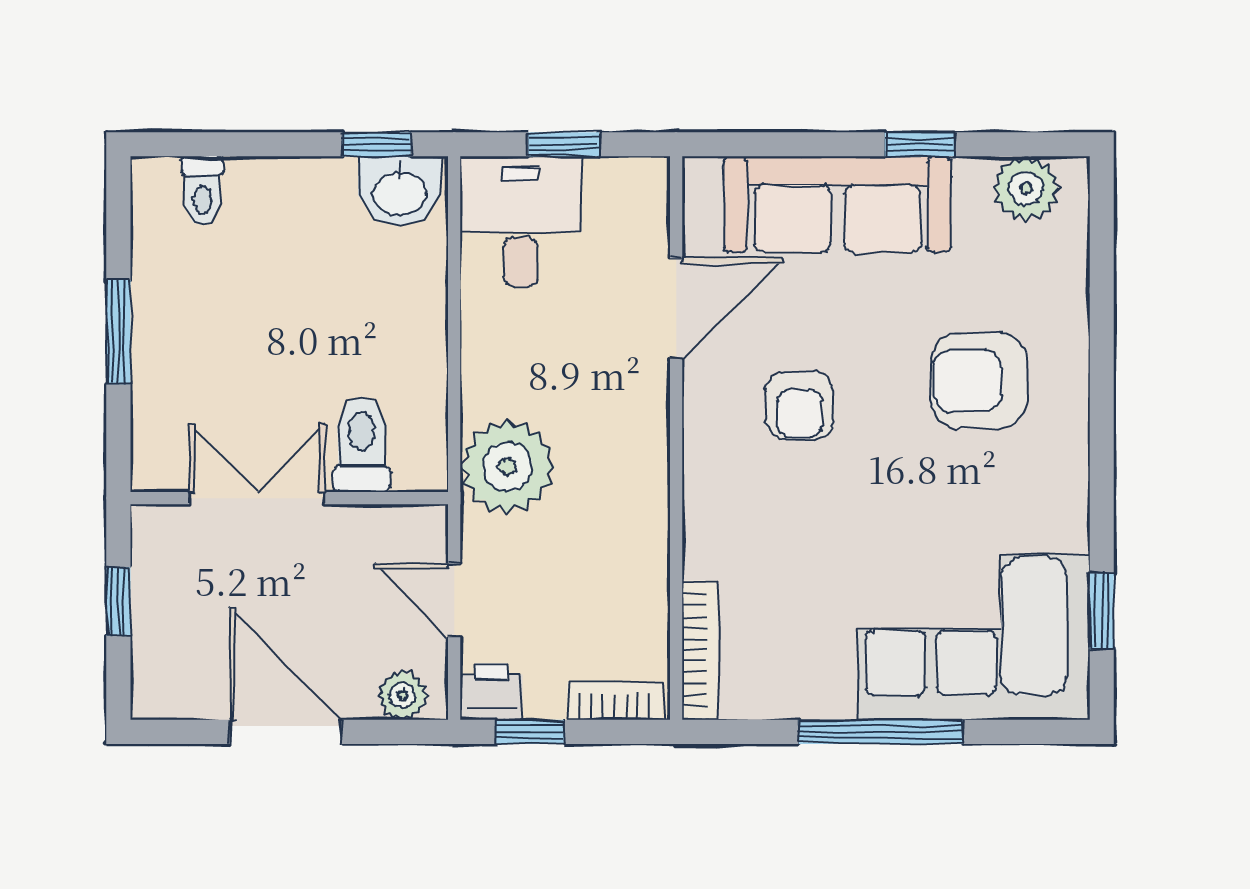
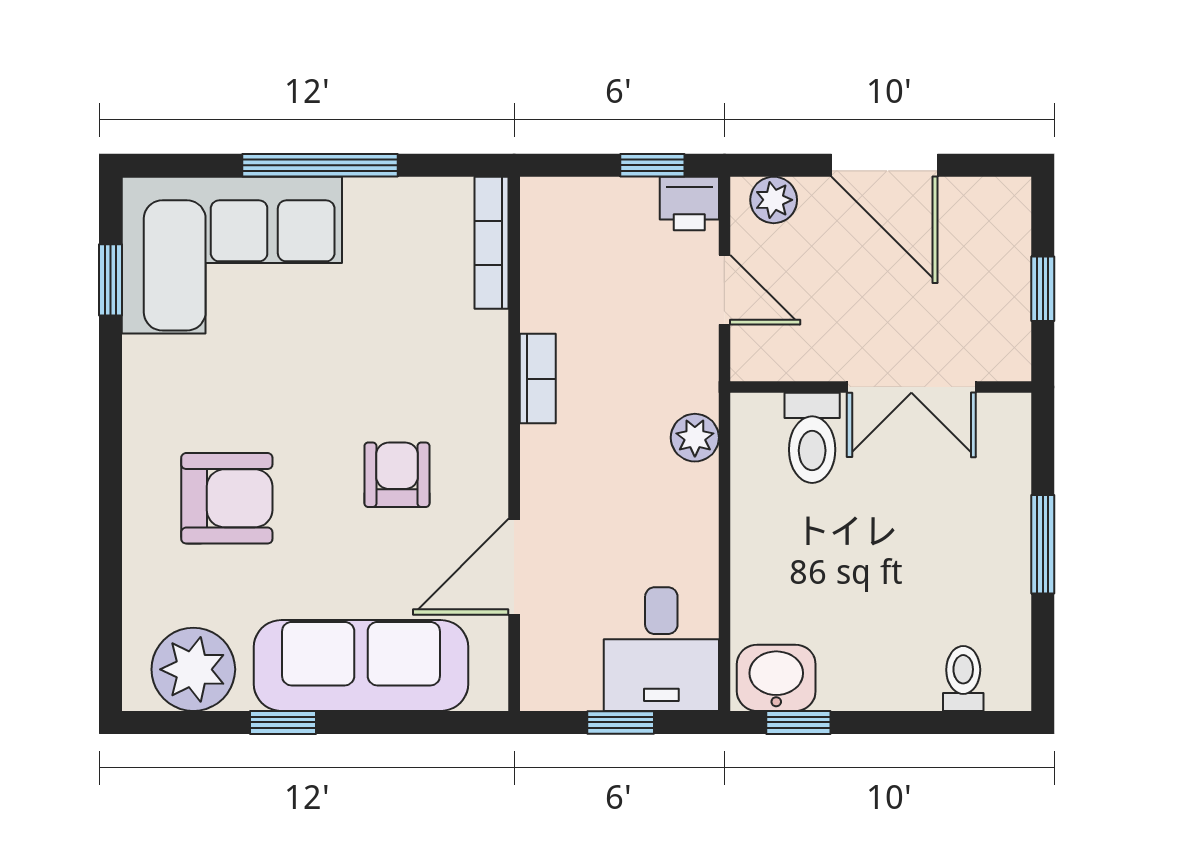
plant: (1026, 189) -> (193, 669), width x1.36, depth x1.36
plant: (508, 467) -> (695, 438), width x0.53, depth x0.53
bookcase: (615, 701) -> (538, 379), moved, turned -90

